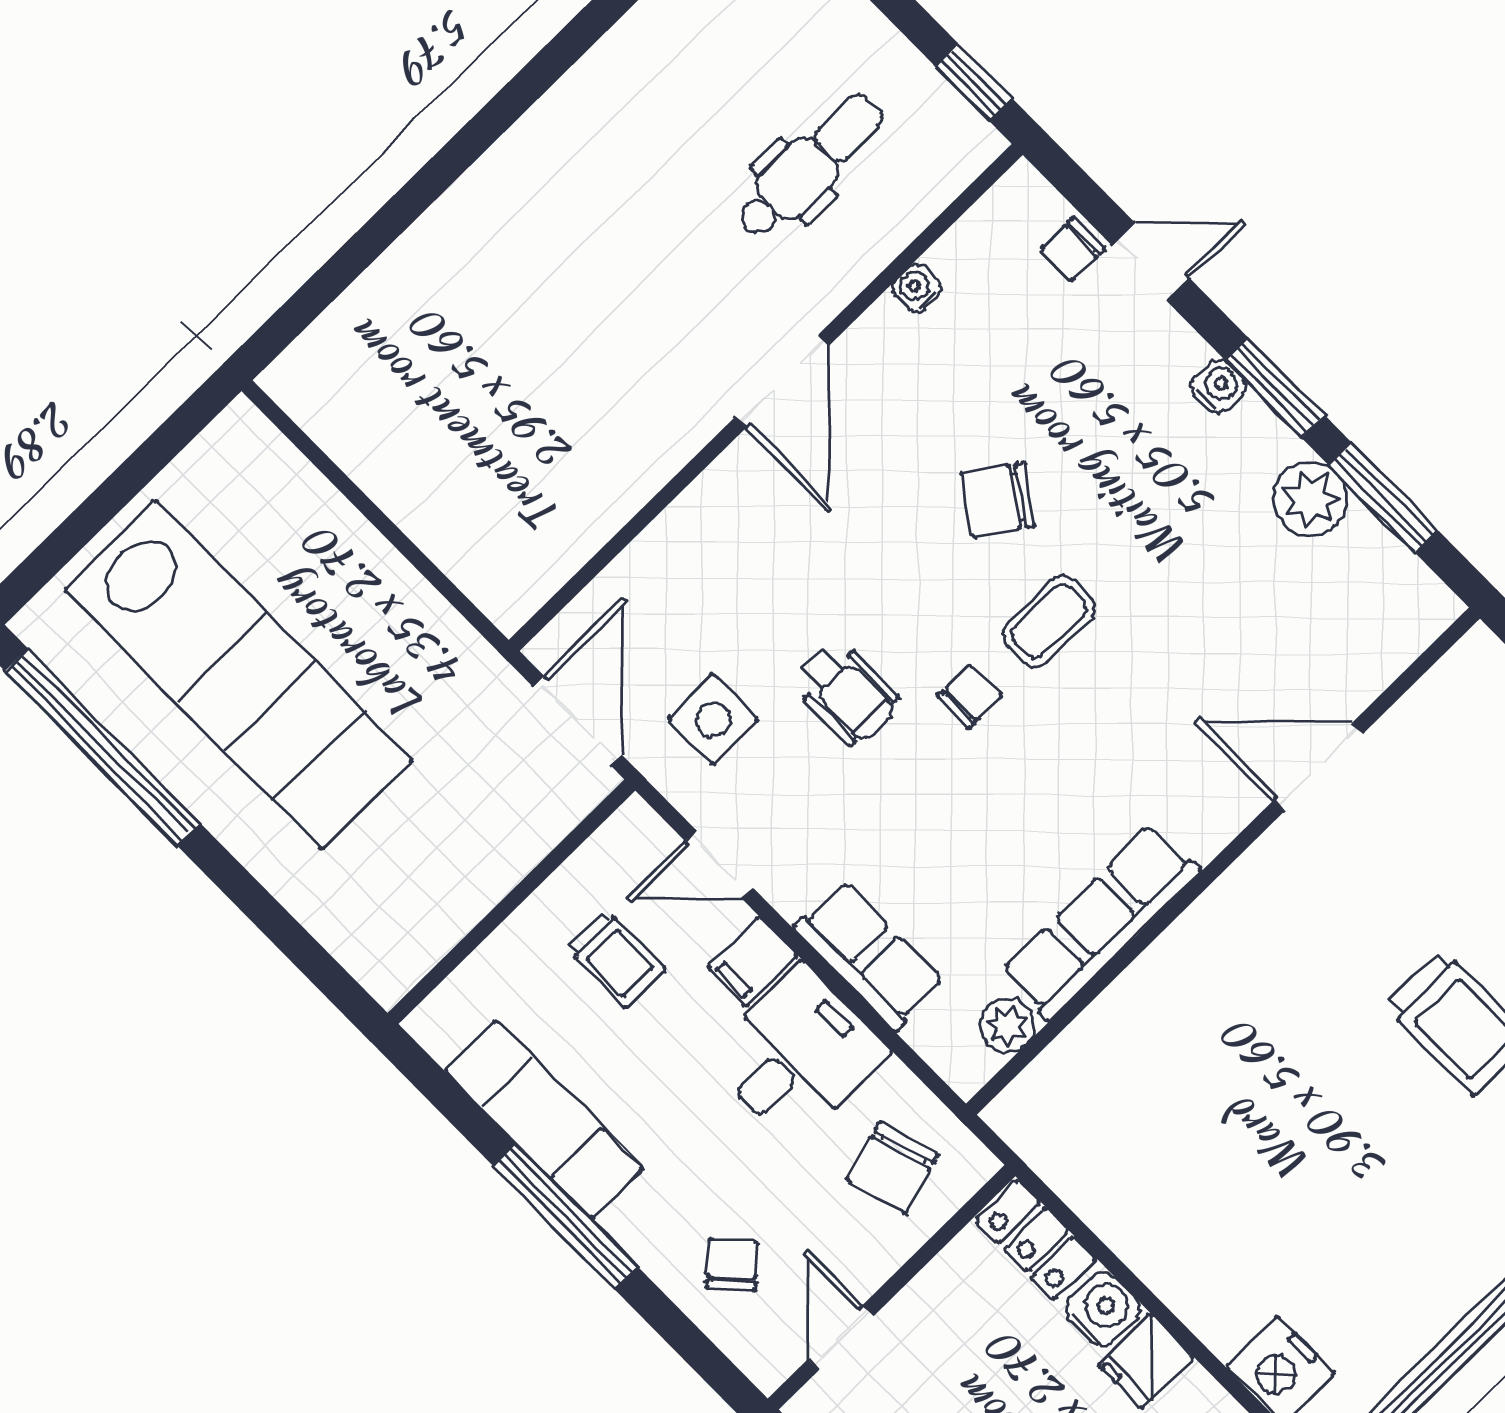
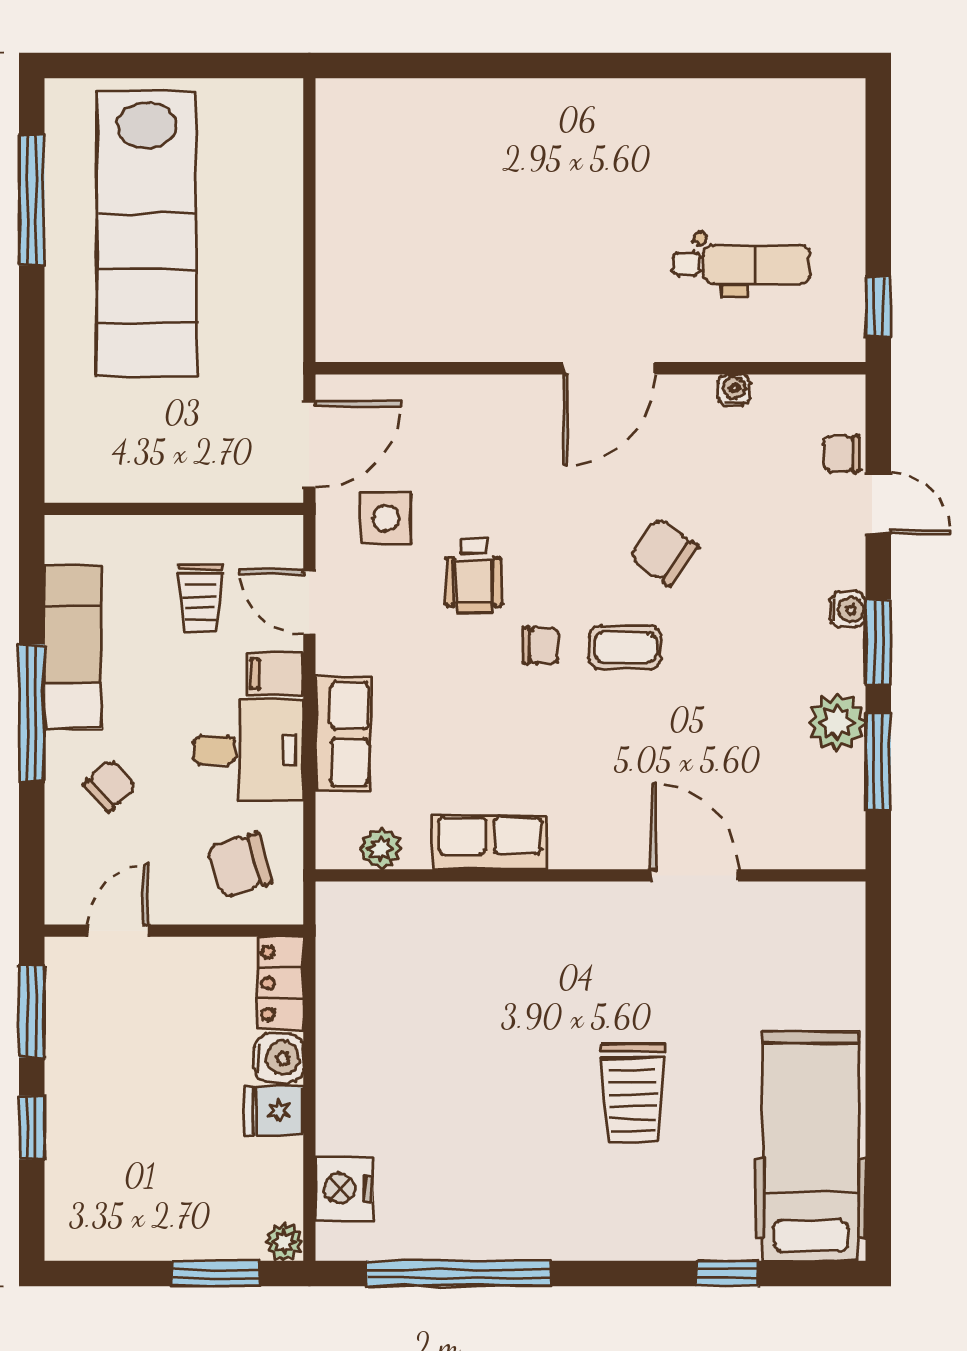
window: (103, 747) -> (32, 200), width x0.68
row of seats: (1101, 922) -> (490, 842), width x0.68
chair: (732, 1265) -> (110, 786), moved

